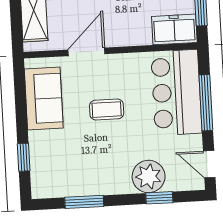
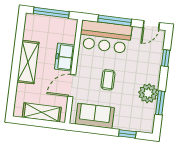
freezer: (174, 29) -> (65, 57), moved
door: (86, 52) -> (72, 86), hinge flipped
plant: (149, 176) -> (148, 93), moved

